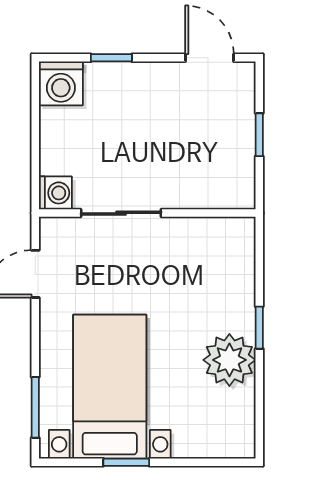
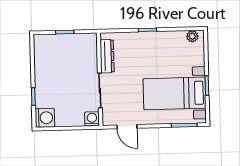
door: (209, 58) -> (32, 54), removed
dresser: (201, 232) -> (107, 56), added
plant: (229, 360) -> (192, 36), moved, width x0.53, depth x0.53

